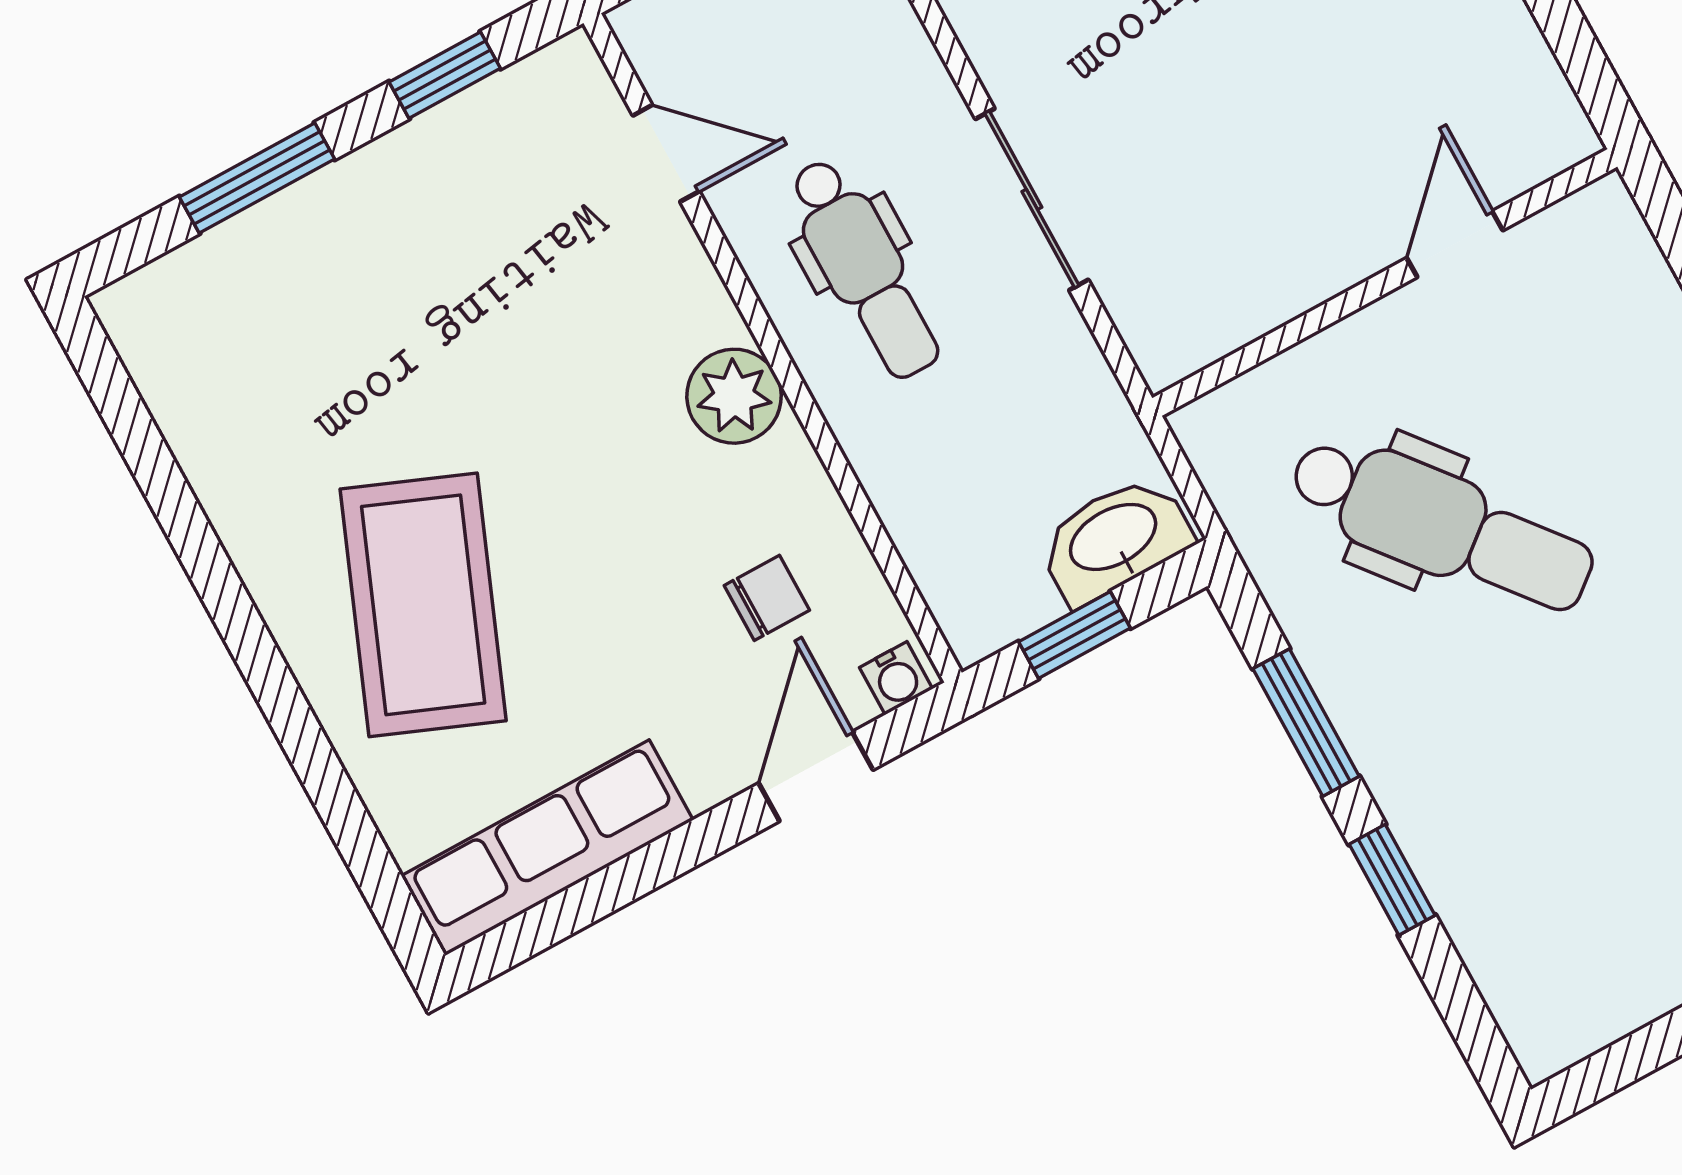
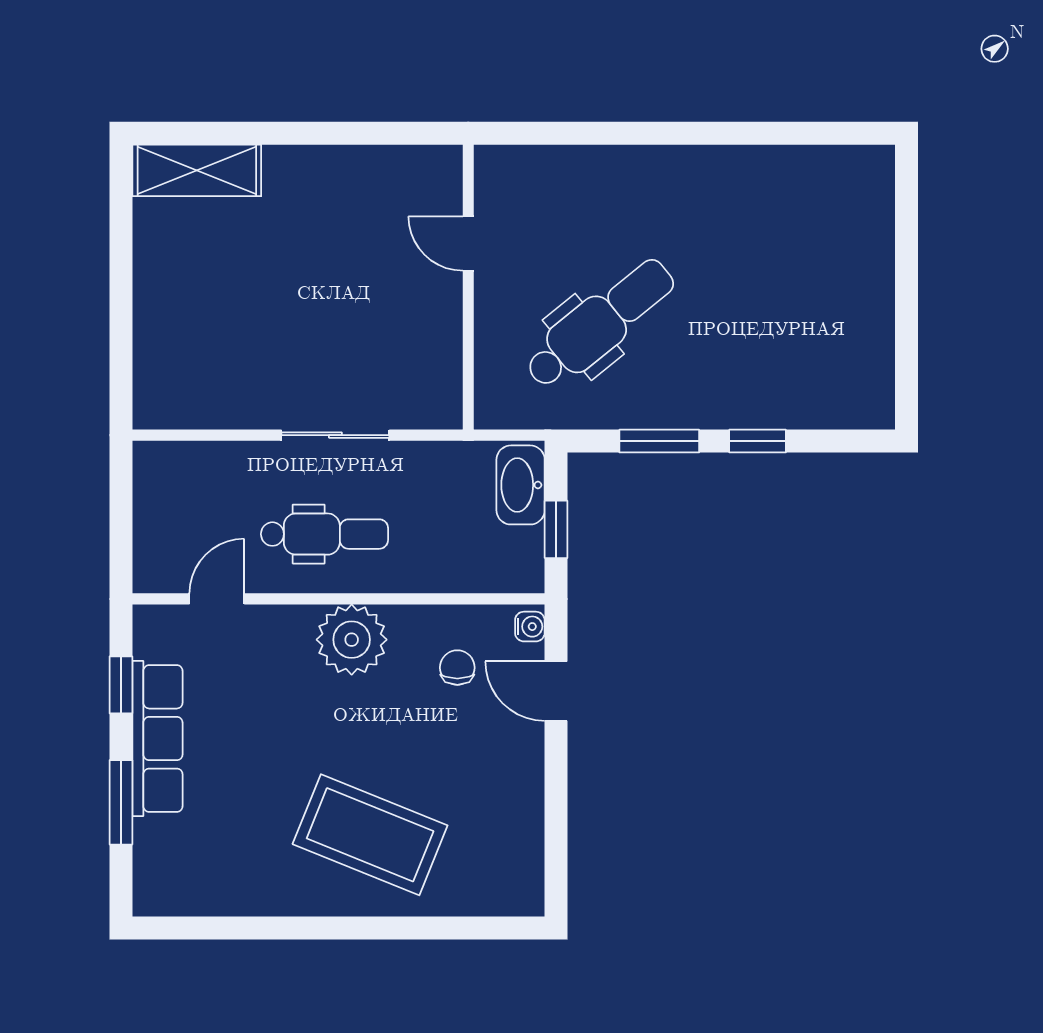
plant: (734, 396) -> (352, 640), width x1.36, depth x1.36
row of seats: (547, 848) -> (157, 739), moved, turned 180

